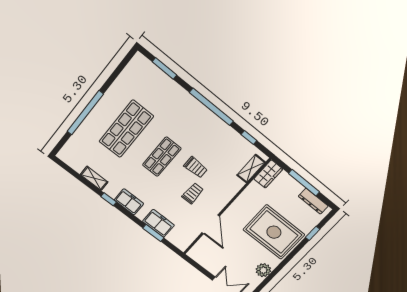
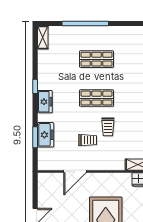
shop shelf: (126, 129) -> (96, 59), width x0.70, depth x0.74
shelving: (94, 178) -> (43, 37), moved

